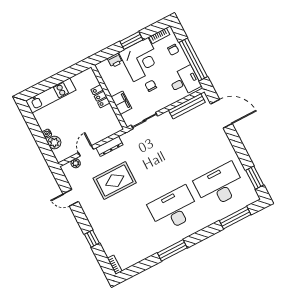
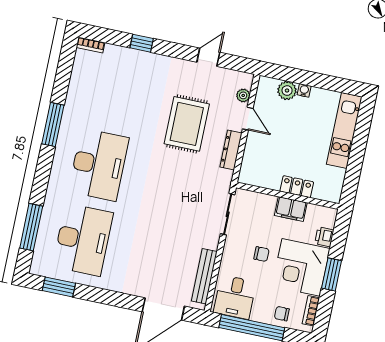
filing cabinet: (121, 103) -> (291, 209), moved

